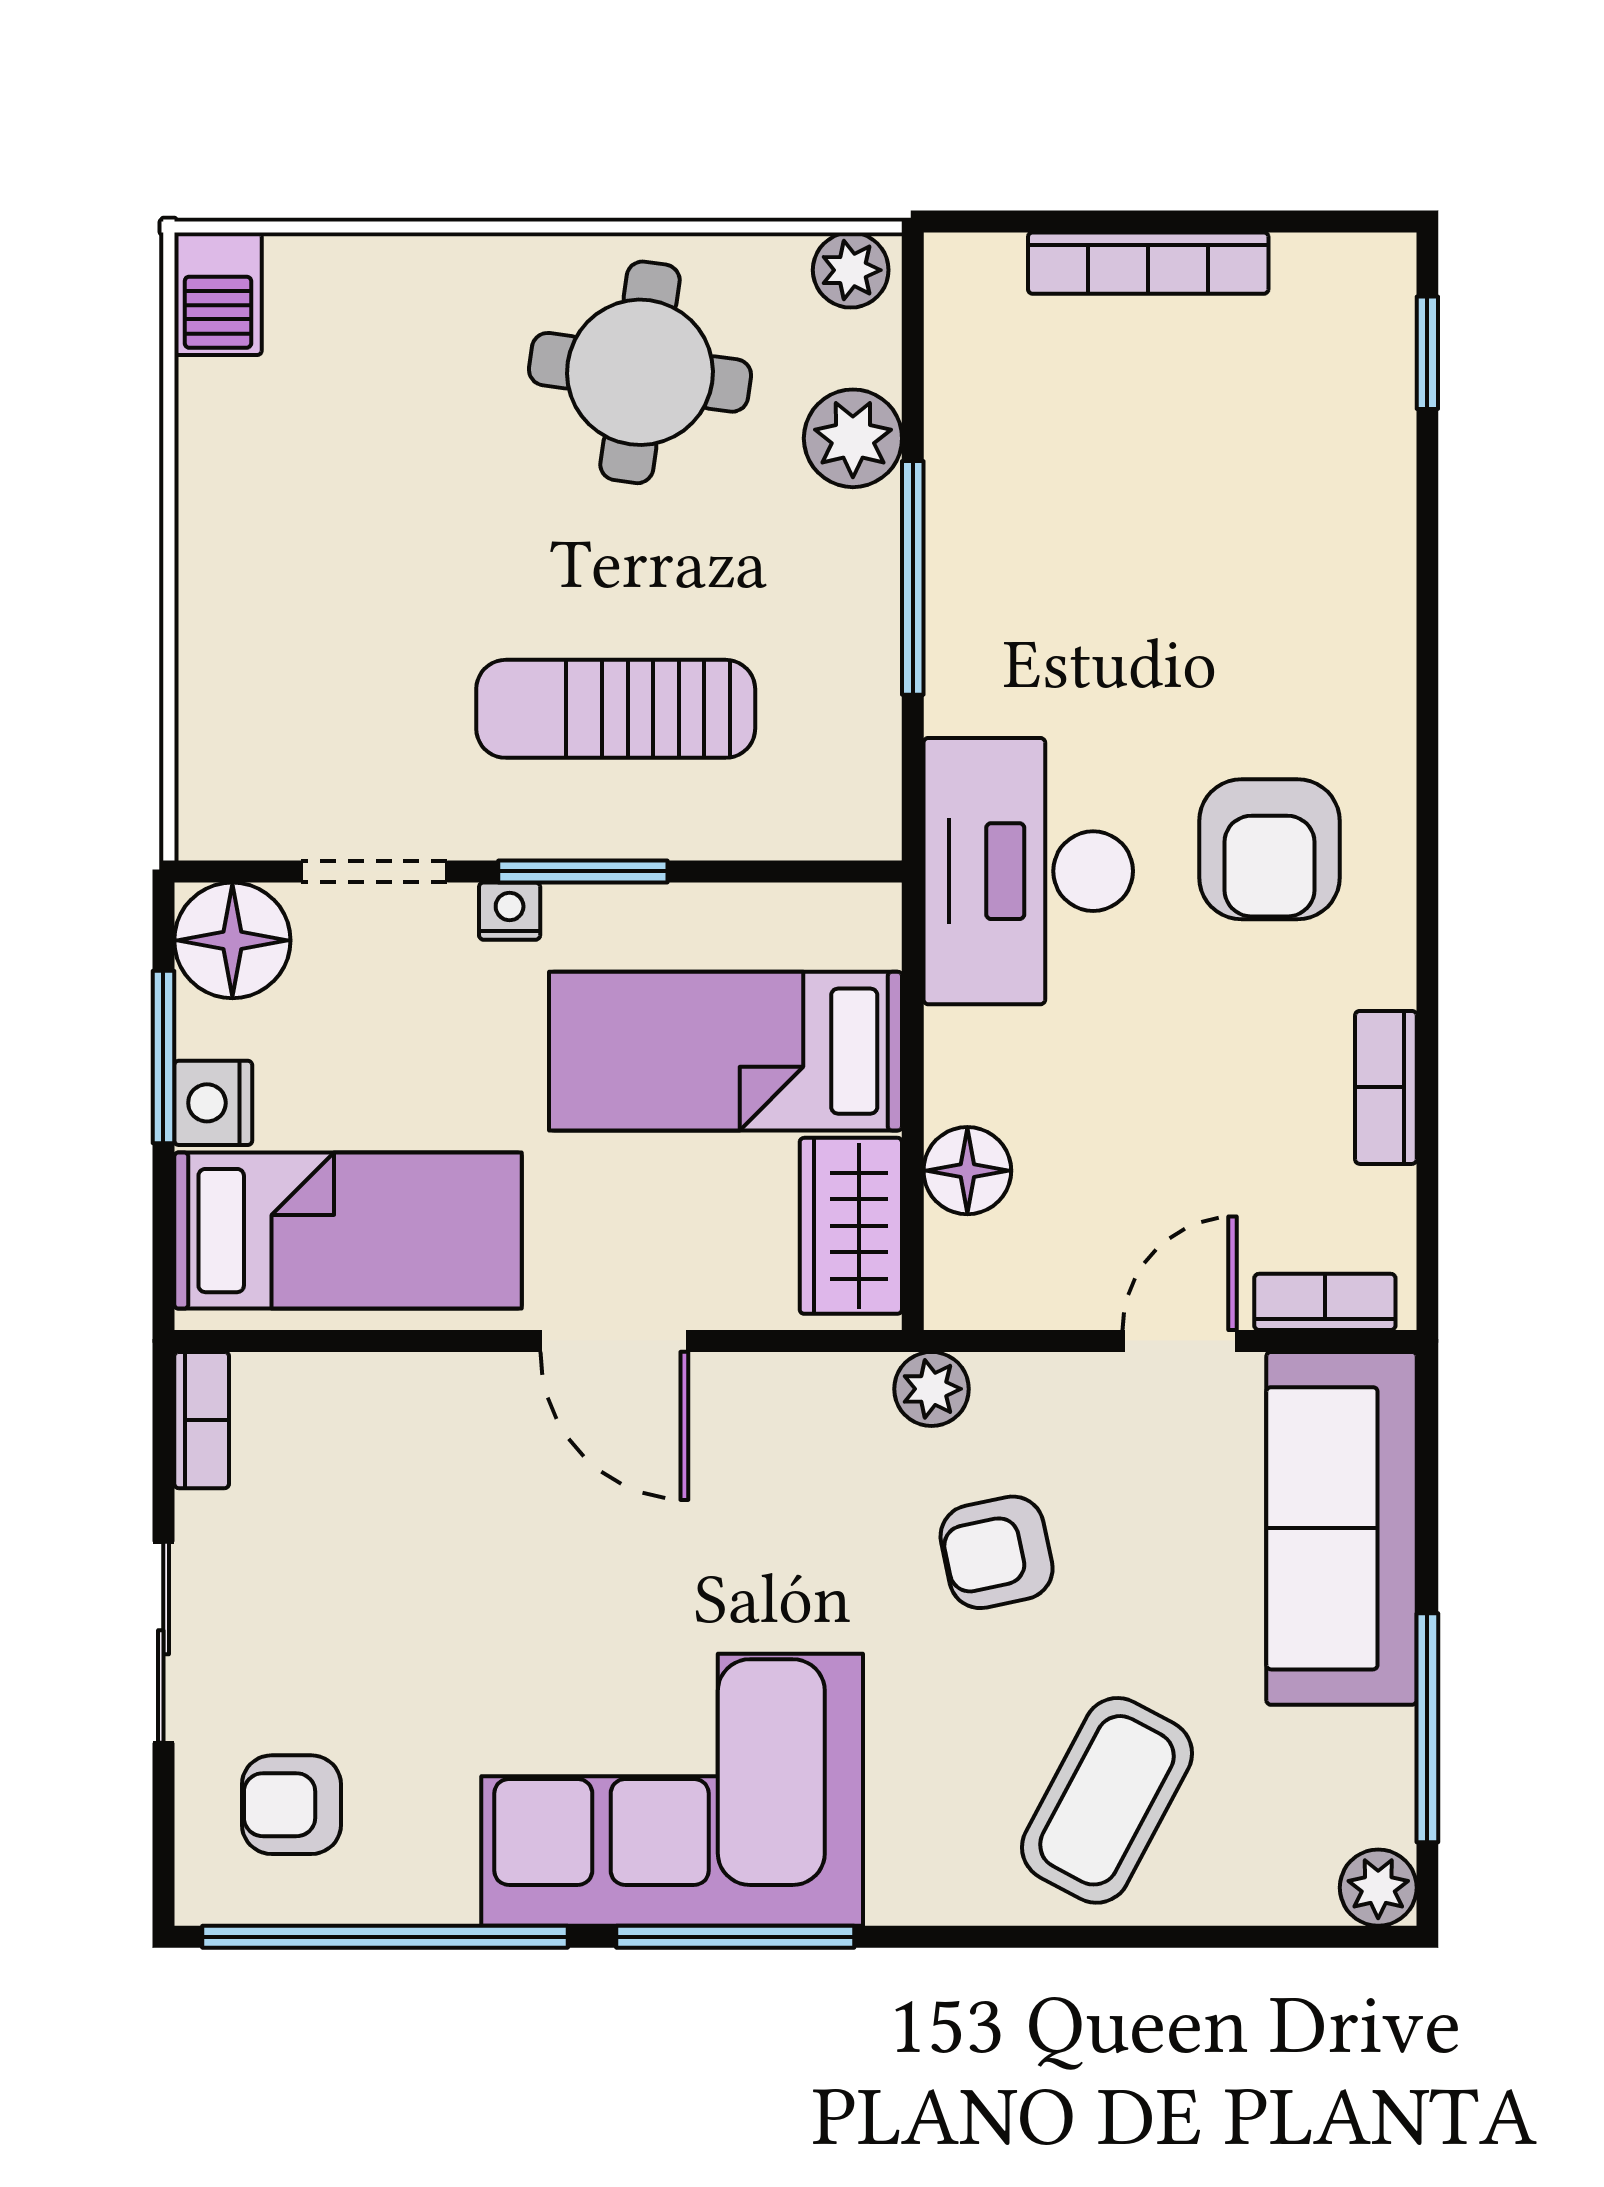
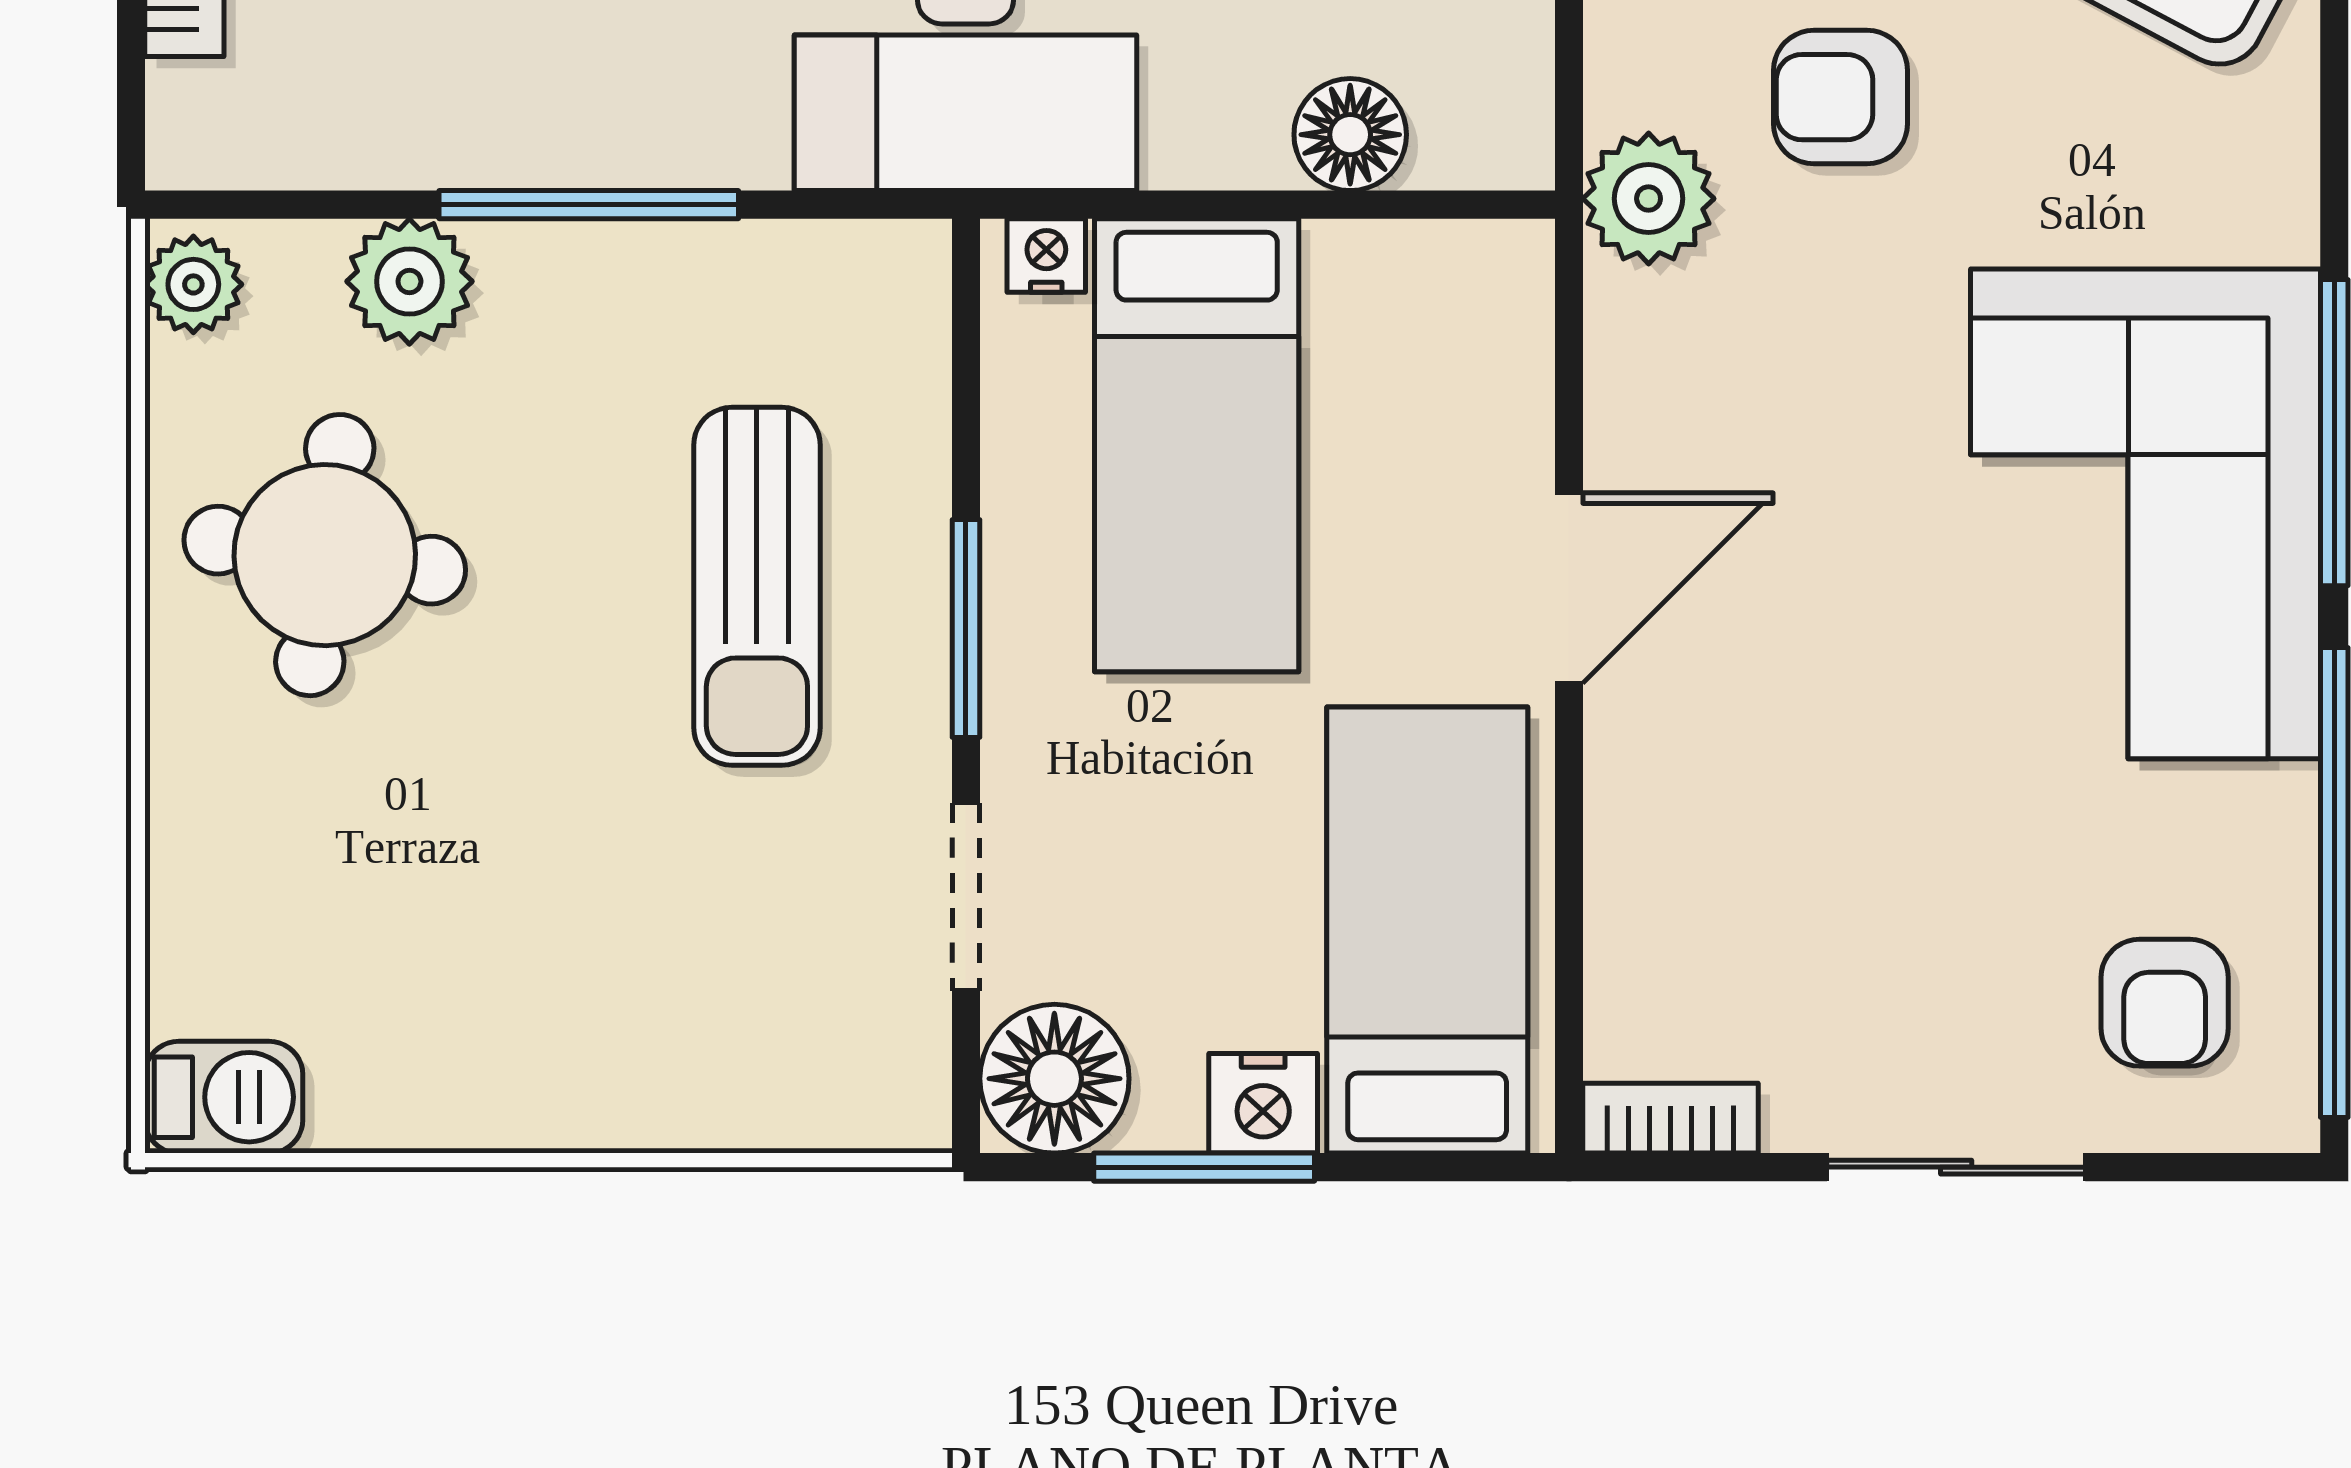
nightstand: (510, 911) -> (1046, 256), moved, turned 90
wardrobe: (851, 1226) -> (1421, 284), removed
plant: (931, 1389) -> (1649, 199), width x1.38, depth x1.38
armchair: (997, 1552) -> (1840, 97), turned 102

